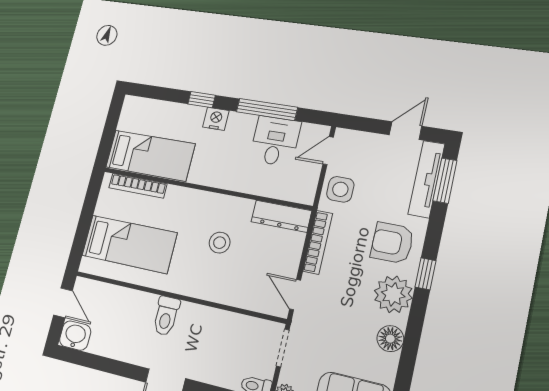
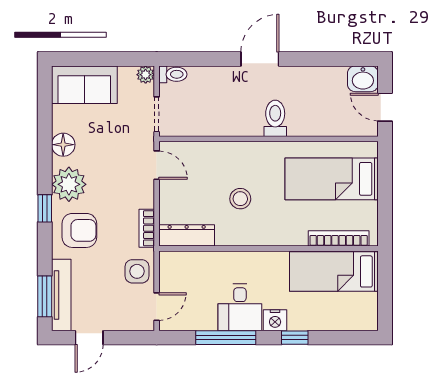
desk: (275, 141) -> (240, 307), moved
bookcase: (318, 242) -> (147, 228), width x0.64

